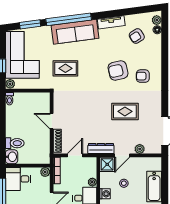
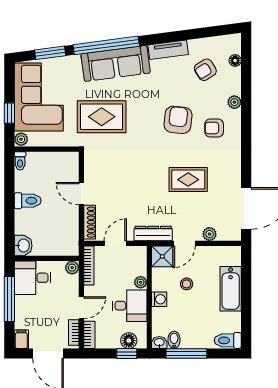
plant: (157, 20) -> (234, 102), moved
rug: (65, 68) -> (102, 117), width x1.36, depth x1.43
armchair: (118, 70) -> (178, 120), turned 109
toilet: (15, 143) -> (28, 201), moved

